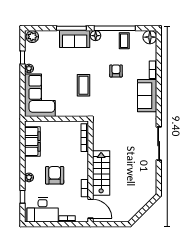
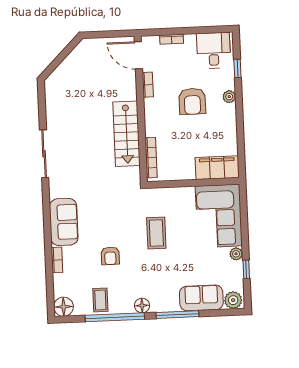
sofa: (75, 39) -> (201, 298), moved
filing cabinet: (32, 141) -> (217, 168), moved, turned 90
stairs: (101, 173) -> (126, 134), moved
desk: (43, 210) -> (214, 50), width x0.73

